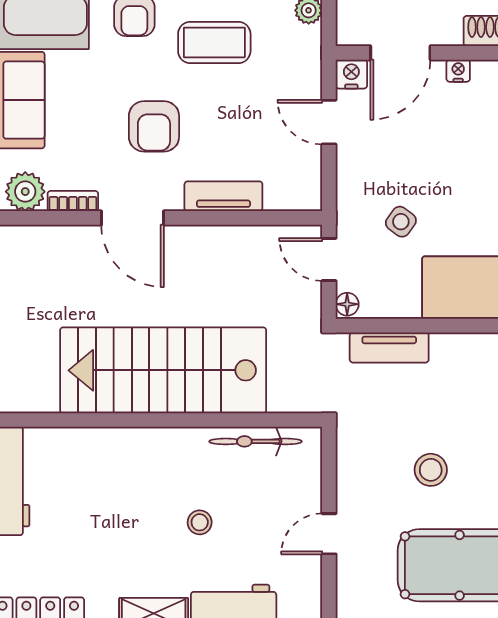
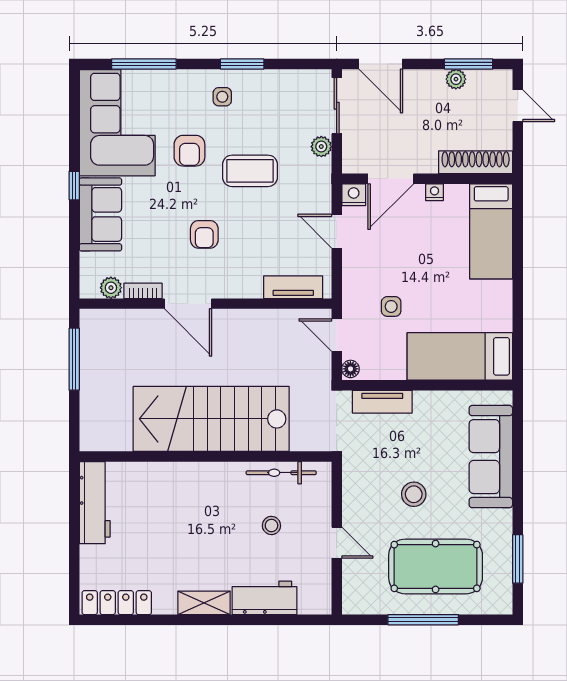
armchair: (154, 126) -> (204, 234), width x0.72, depth x0.72
plant: (25, 192) -> (111, 288), width x0.73, depth x0.73
tv unit: (223, 196) -> (293, 287), moved
side table: (401, 222) -> (391, 306), turned -36
stool: (200, 522) -> (271, 525), moved
door: (329, 534) -> (337, 543), swing flipped

